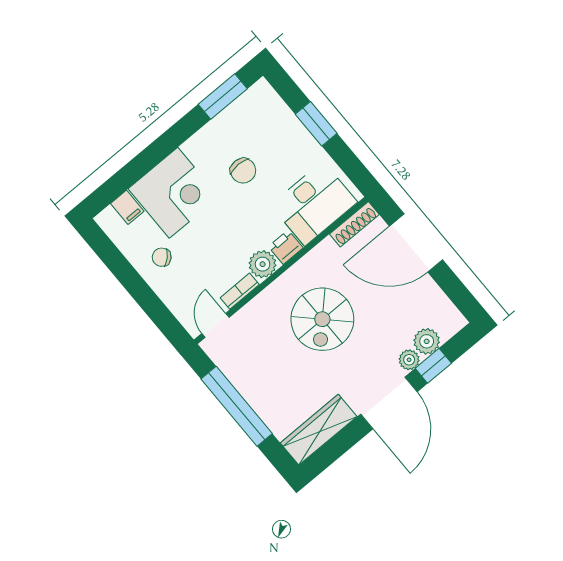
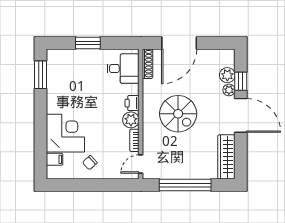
chair: (243, 171) -> (82, 93), removed
desk: (314, 204) -> (123, 68), width x0.73
door: (215, 325) -> (141, 164), hinge flipped

